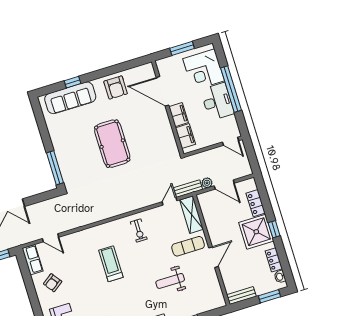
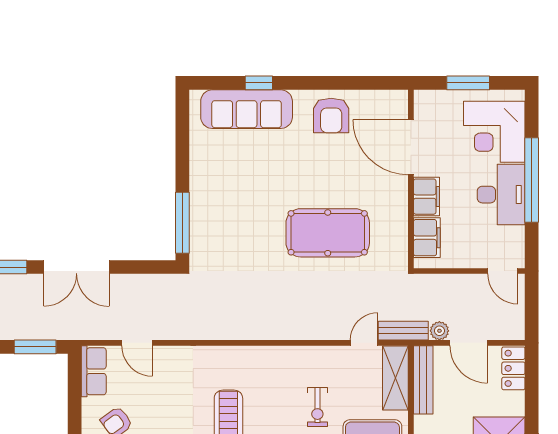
pool table: (112, 144) -> (328, 233), moved, turned 90
locker: (256, 203) -> (513, 368), moved
bench: (206, 211) -> (423, 380), added
exercise bike: (139, 231) -> (317, 407), moved

